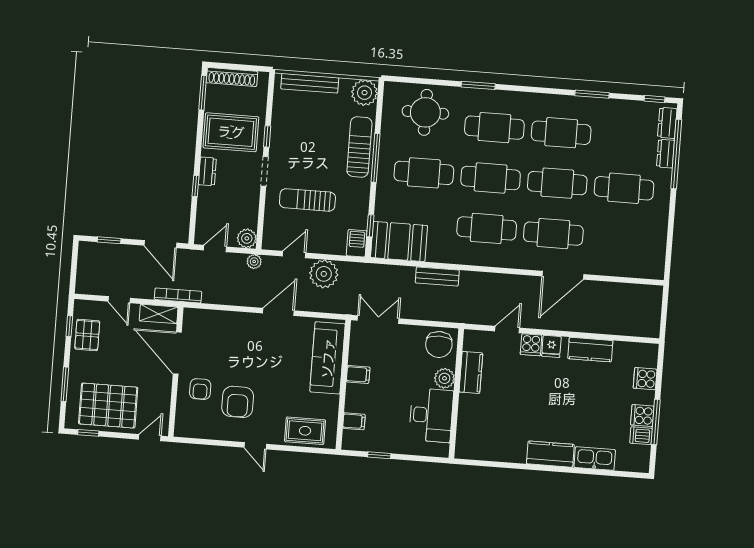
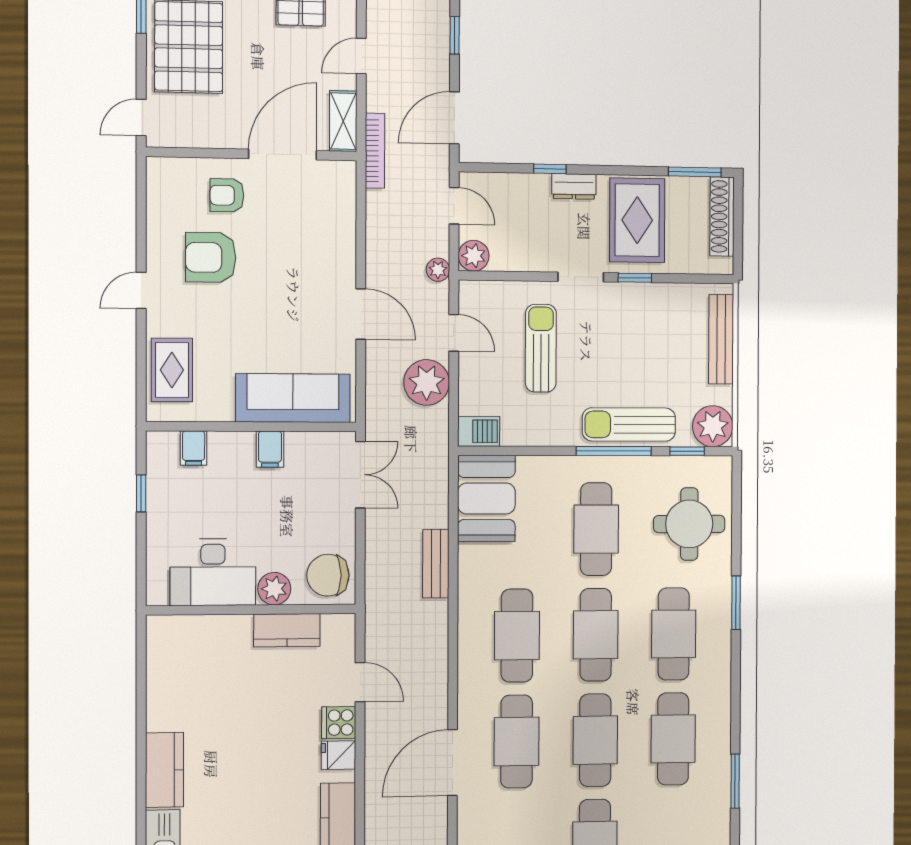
sun lounger: (359, 147) -> (629, 425), turned 180
window: (370, 226) -> (687, 451), moved
door: (563, 275) -> (453, 763), hinge flipped
door: (150, 438) -> (141, 118), swing flipped

